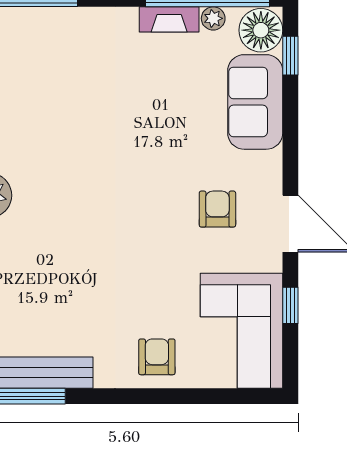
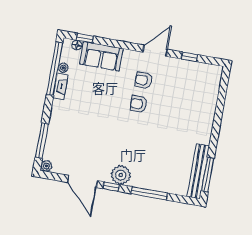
floor lamp: (261, 30) -> (77, 45), width x0.53, depth x0.53
corner sofa: (242, 331) -> (196, 79), removed
armchair: (157, 357) -> (139, 104), moved

